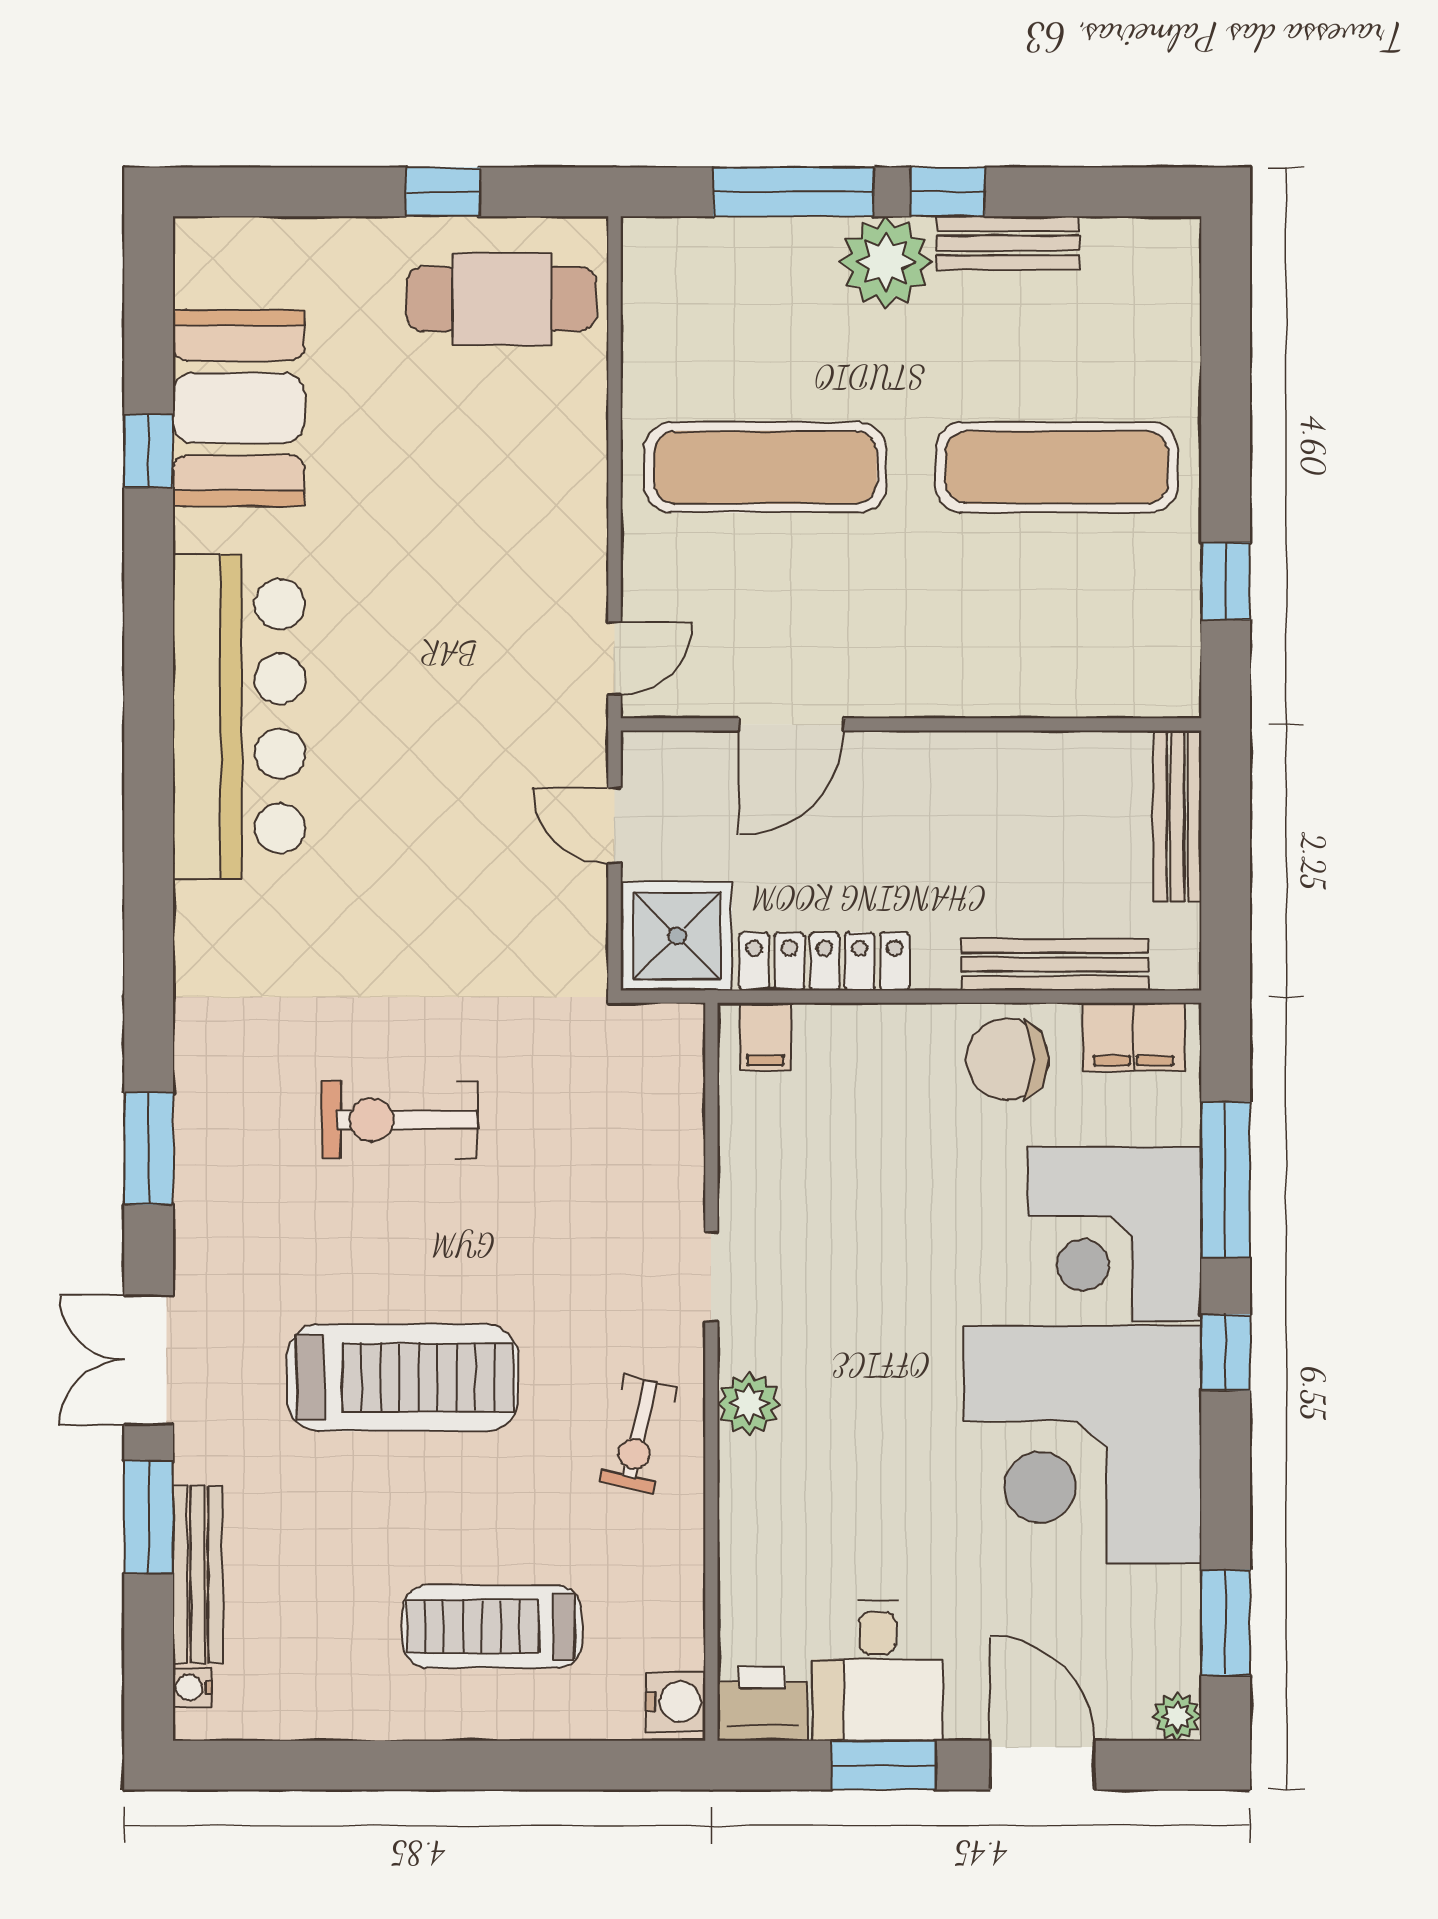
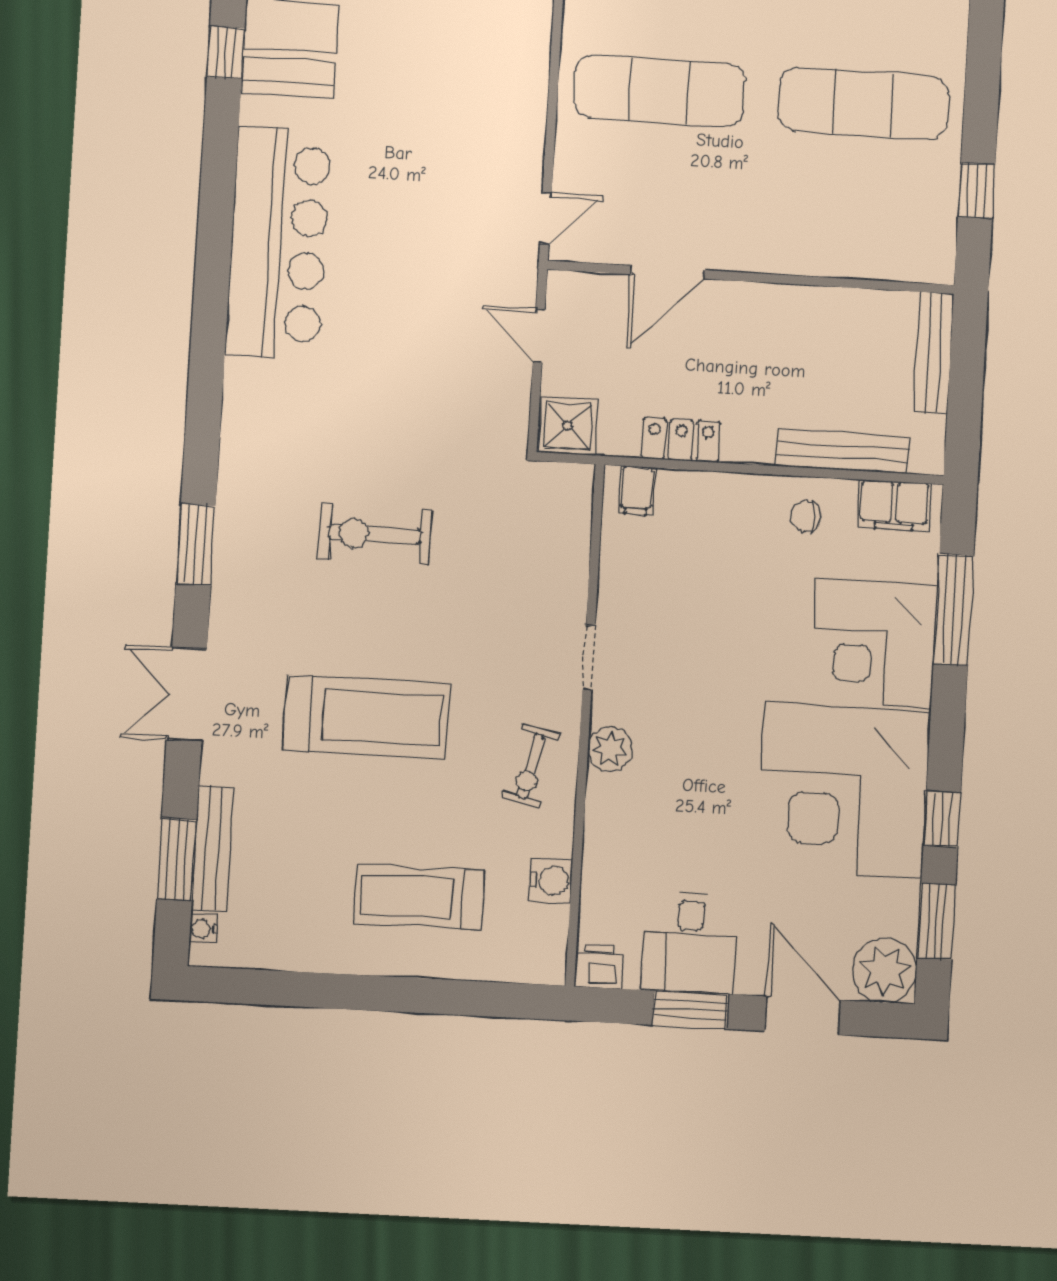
shower: (677, 936) -> (568, 426), width x0.73, depth x0.73
locker: (825, 962) -> (681, 440), width x0.66
chair: (1007, 1059) -> (805, 516), width x0.54, depth x0.54
window: (1226, 1352) -> (942, 819), moved
window: (149, 1517) -> (177, 859), moved
water cooler: (676, 1702) -> (551, 880), moved
printer: (762, 1704) -> (599, 966), width x0.73, depth x0.81
plant: (1177, 1717) -> (885, 970), width x1.88, depth x1.88

